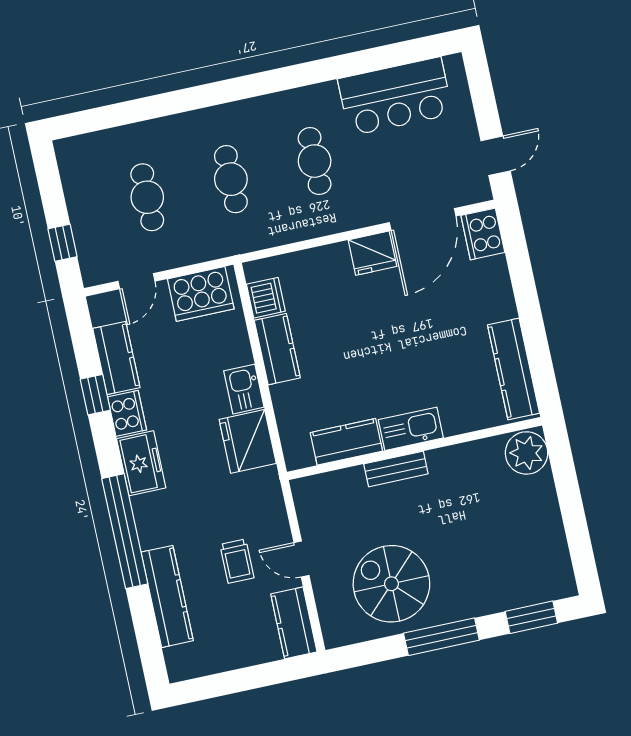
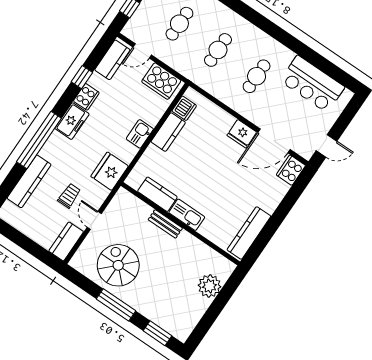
kitchen counter: (116, 358) -> (112, 60), moved
fridge: (248, 441) -> (110, 171), moved
plant: (527, 453) -> (209, 286), moved
trolley: (237, 561) -> (69, 196), turned 180

